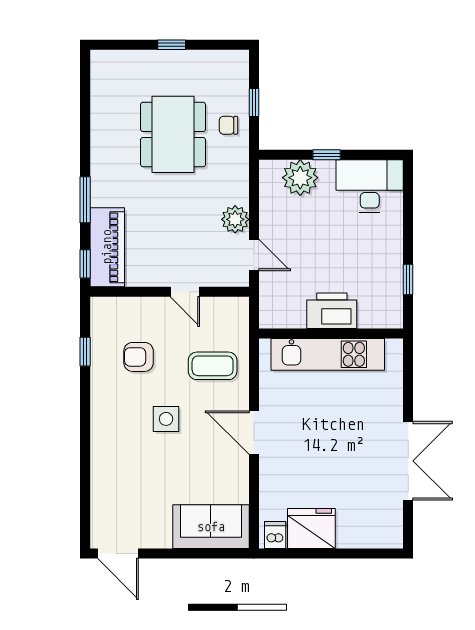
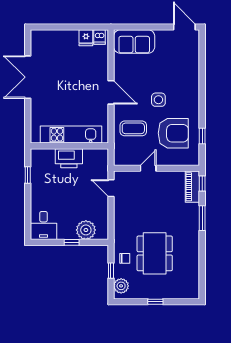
desk: (370, 186) -> (44, 225), width x0.73
plant: (235, 219) -> (121, 286), moved
piano: (107, 247) -> (192, 187), width x0.73, depth x0.75
door: (185, 292) -> (148, 168), hinge flipped
armchair: (139, 357) -> (173, 133), width x1.88, depth x1.88
fridge: (311, 529) -> (86, 38), width x0.53, depth x0.75

